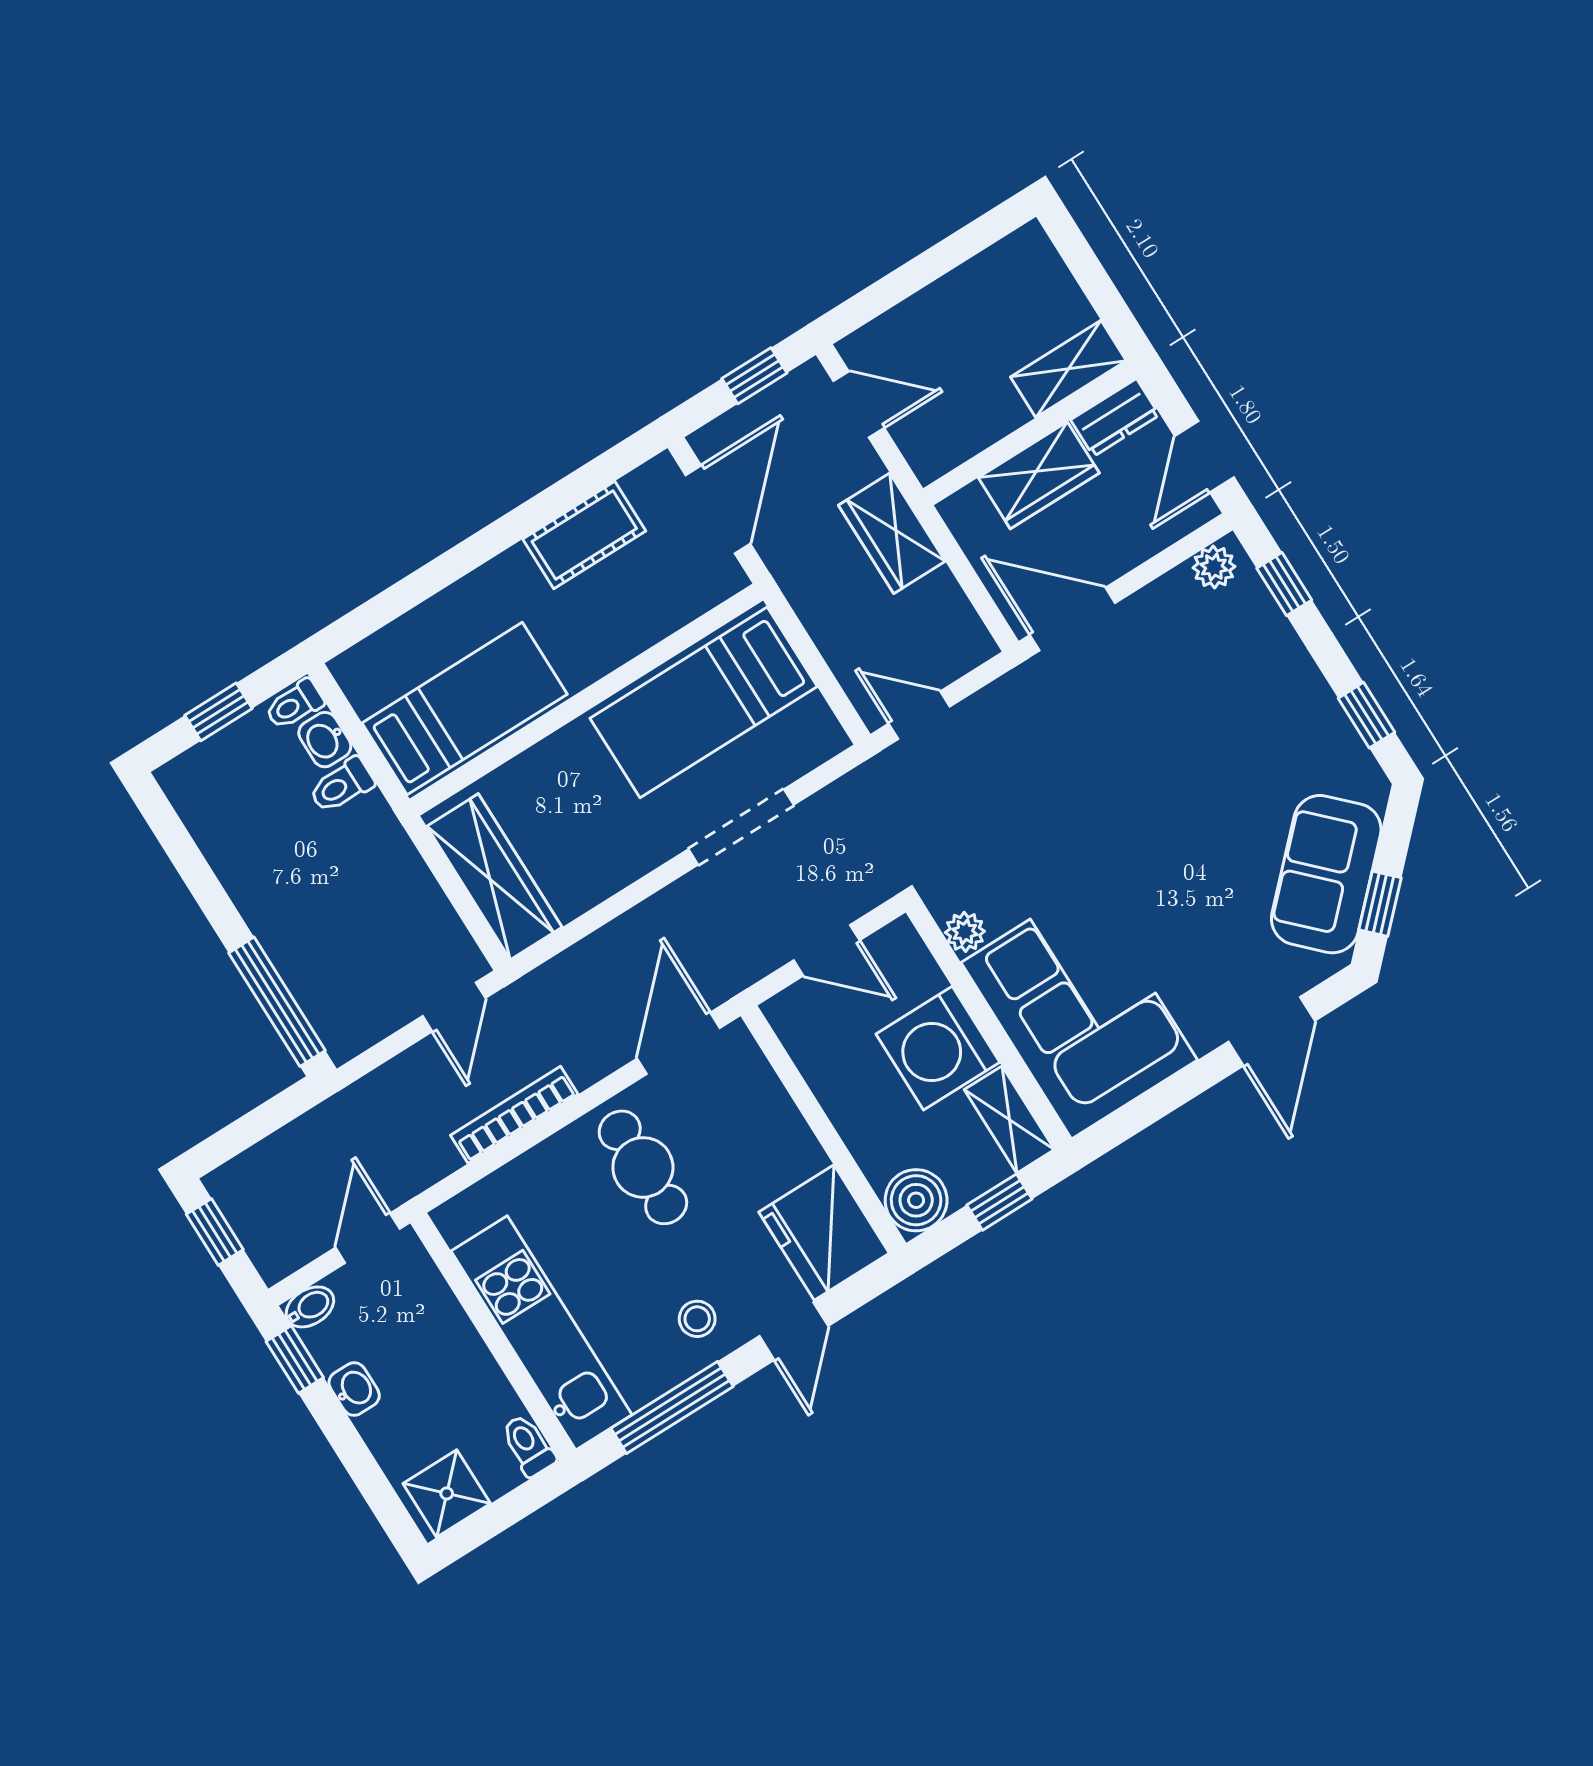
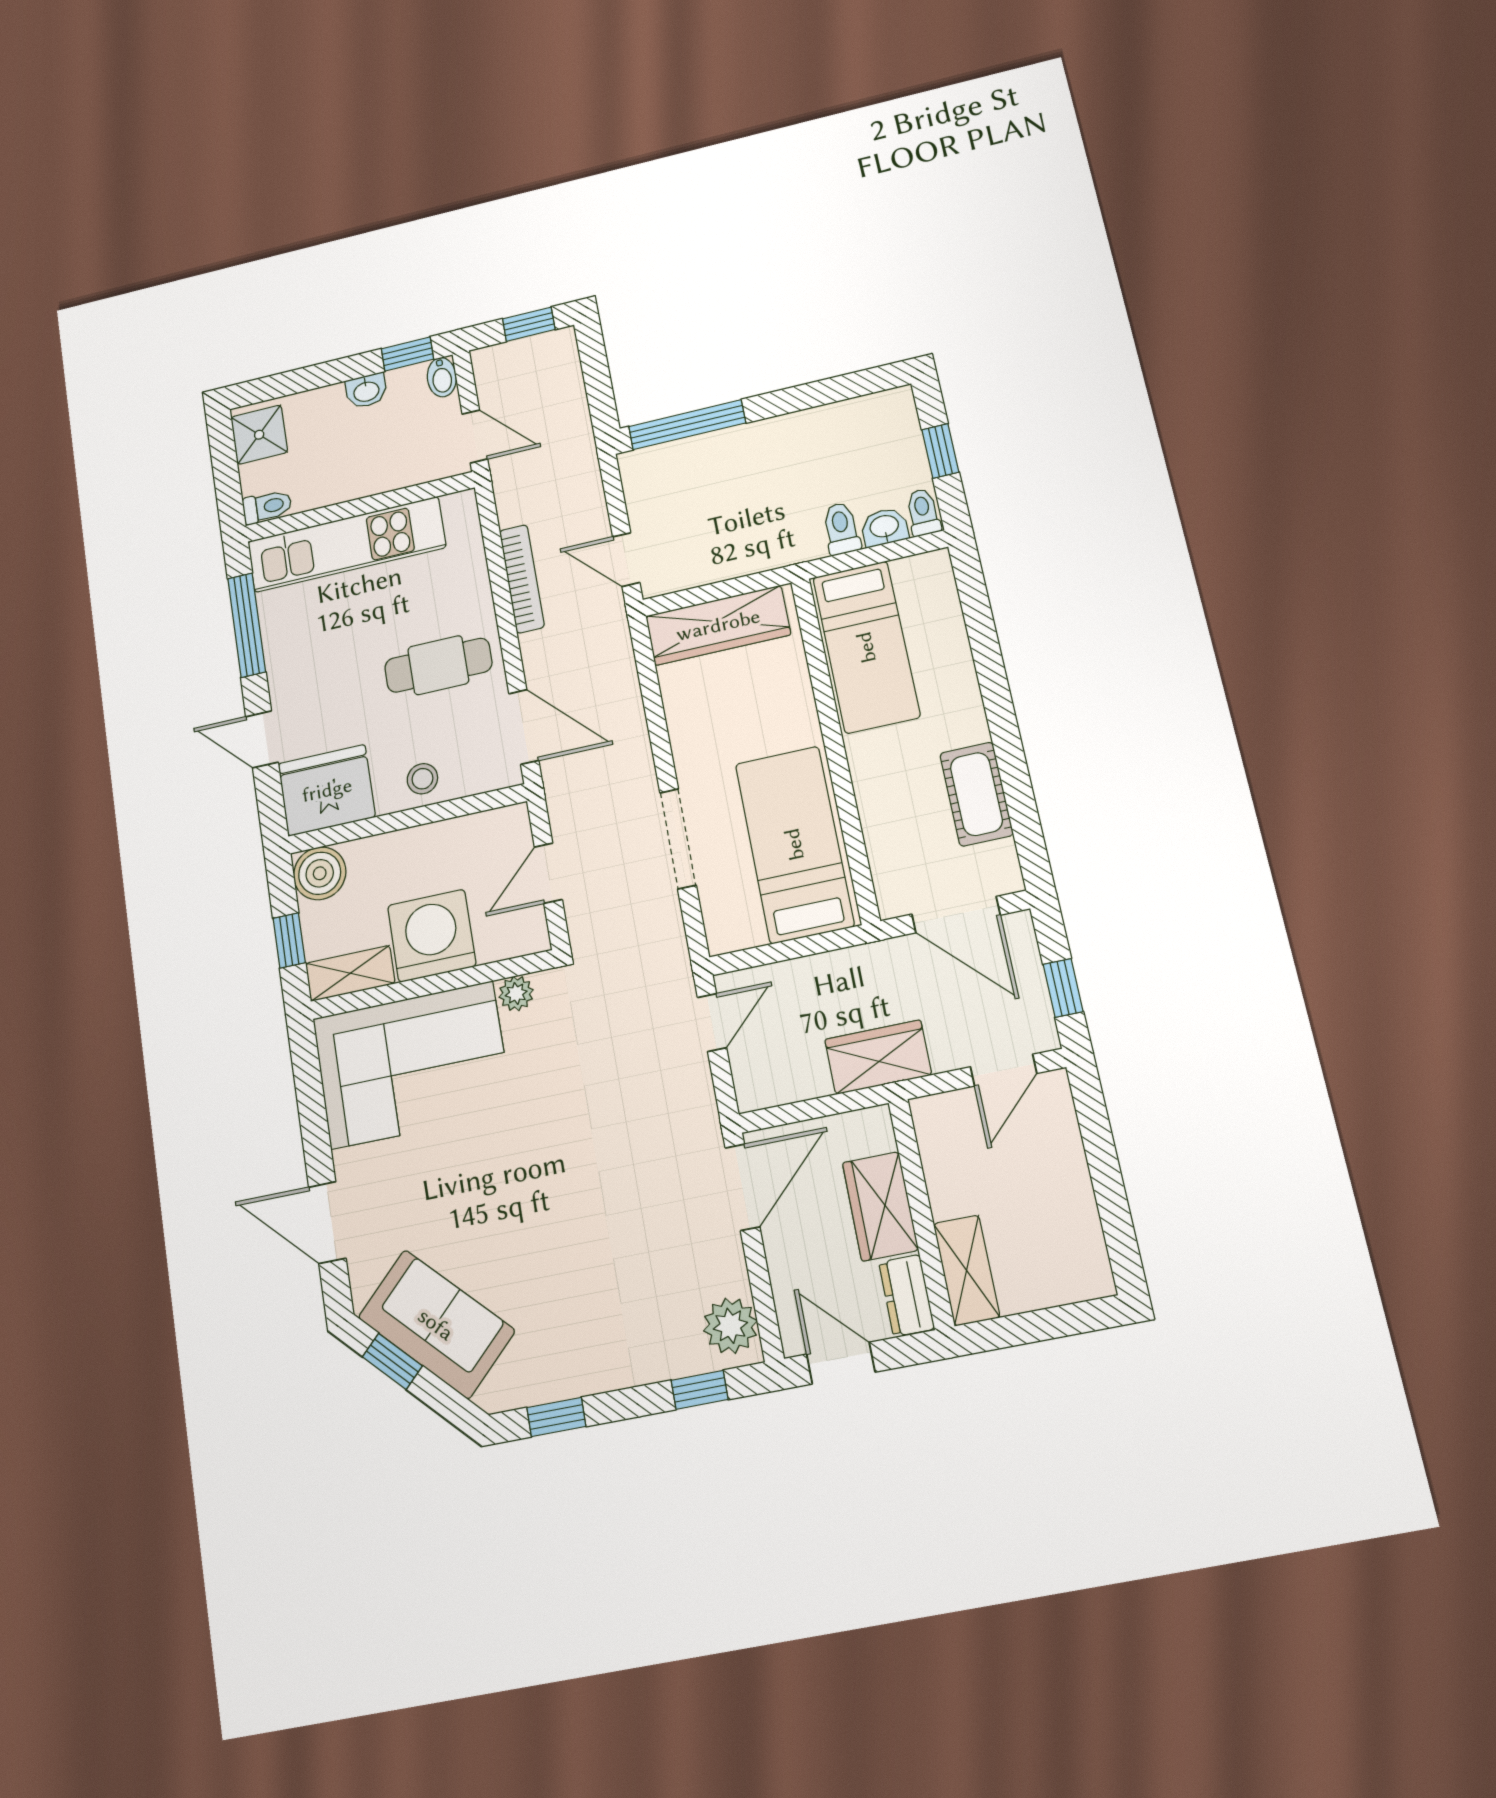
plant: (1214, 567) -> (730, 1326), width x1.38, depth x1.38
stool: (697, 1319) -> (422, 779), moved

